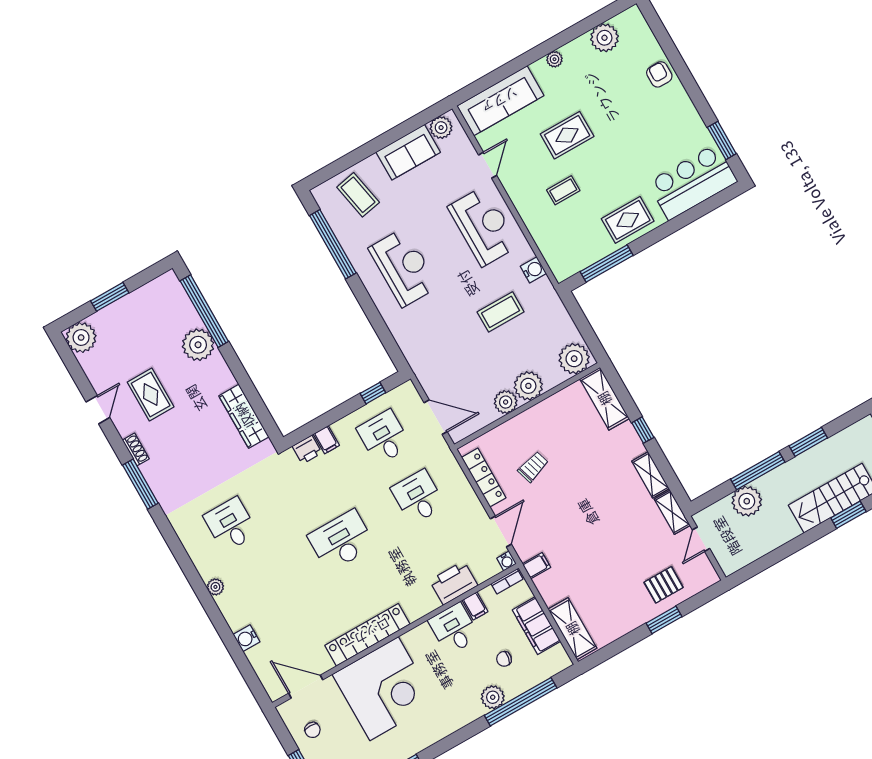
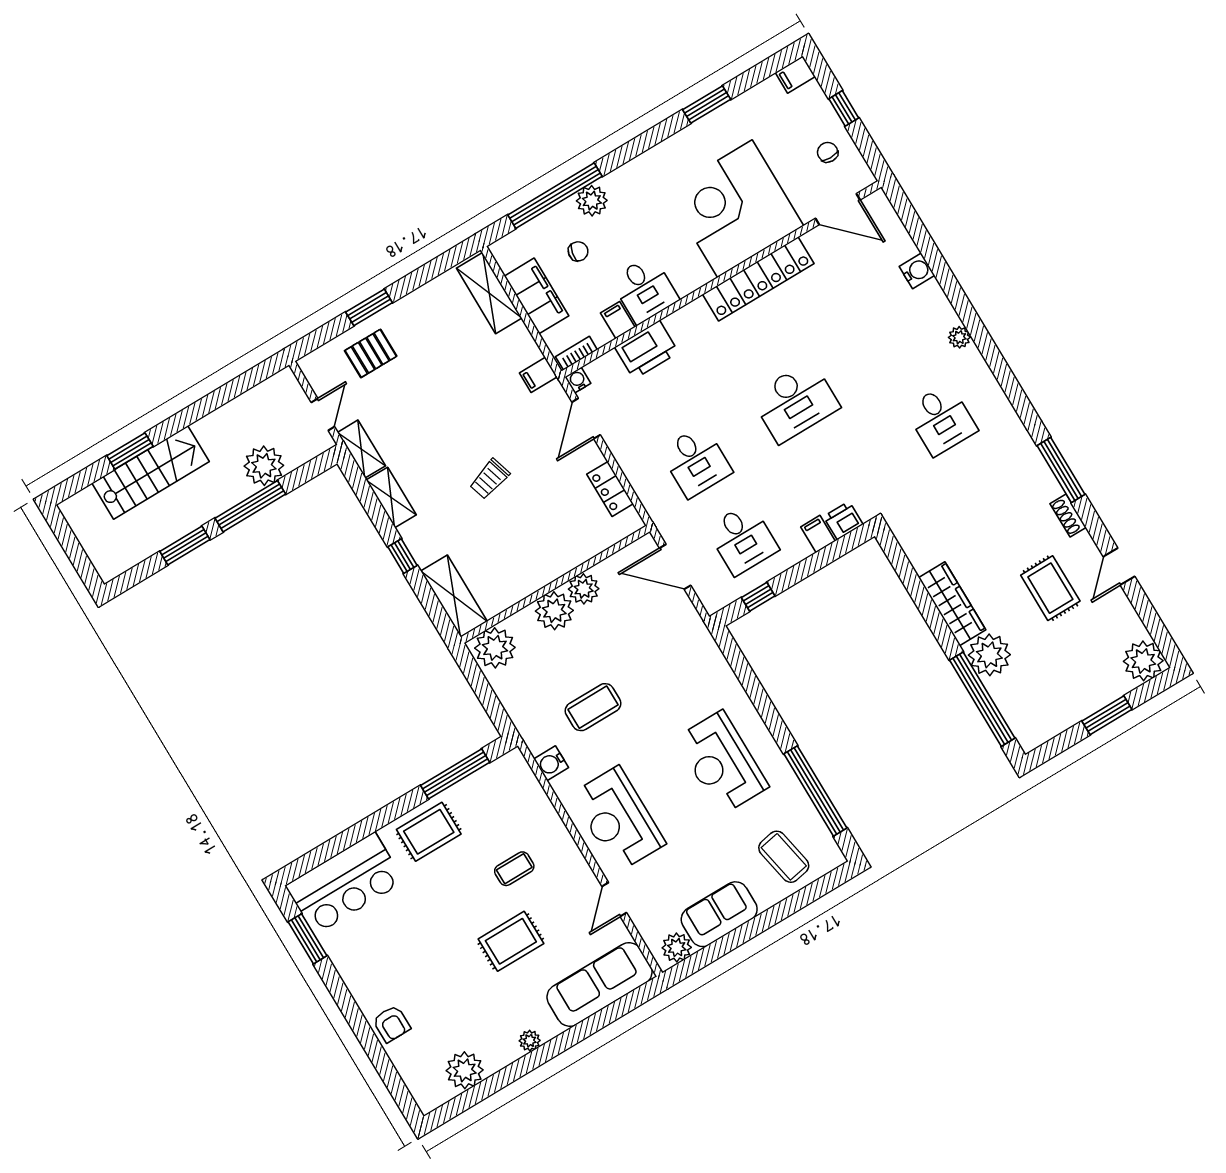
wardrobe: (244, 416) -> (952, 604), moved
trolley: (533, 467) -> (490, 479), moved
locker: (484, 478) -> (610, 489), width x0.66

